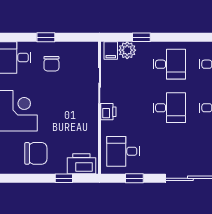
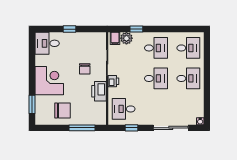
chair: (51, 64) -> (85, 69), moved
printer: (81, 164) -> (99, 91), moved, turned -90
window: (64, 178) -> (82, 128), width x2.17

